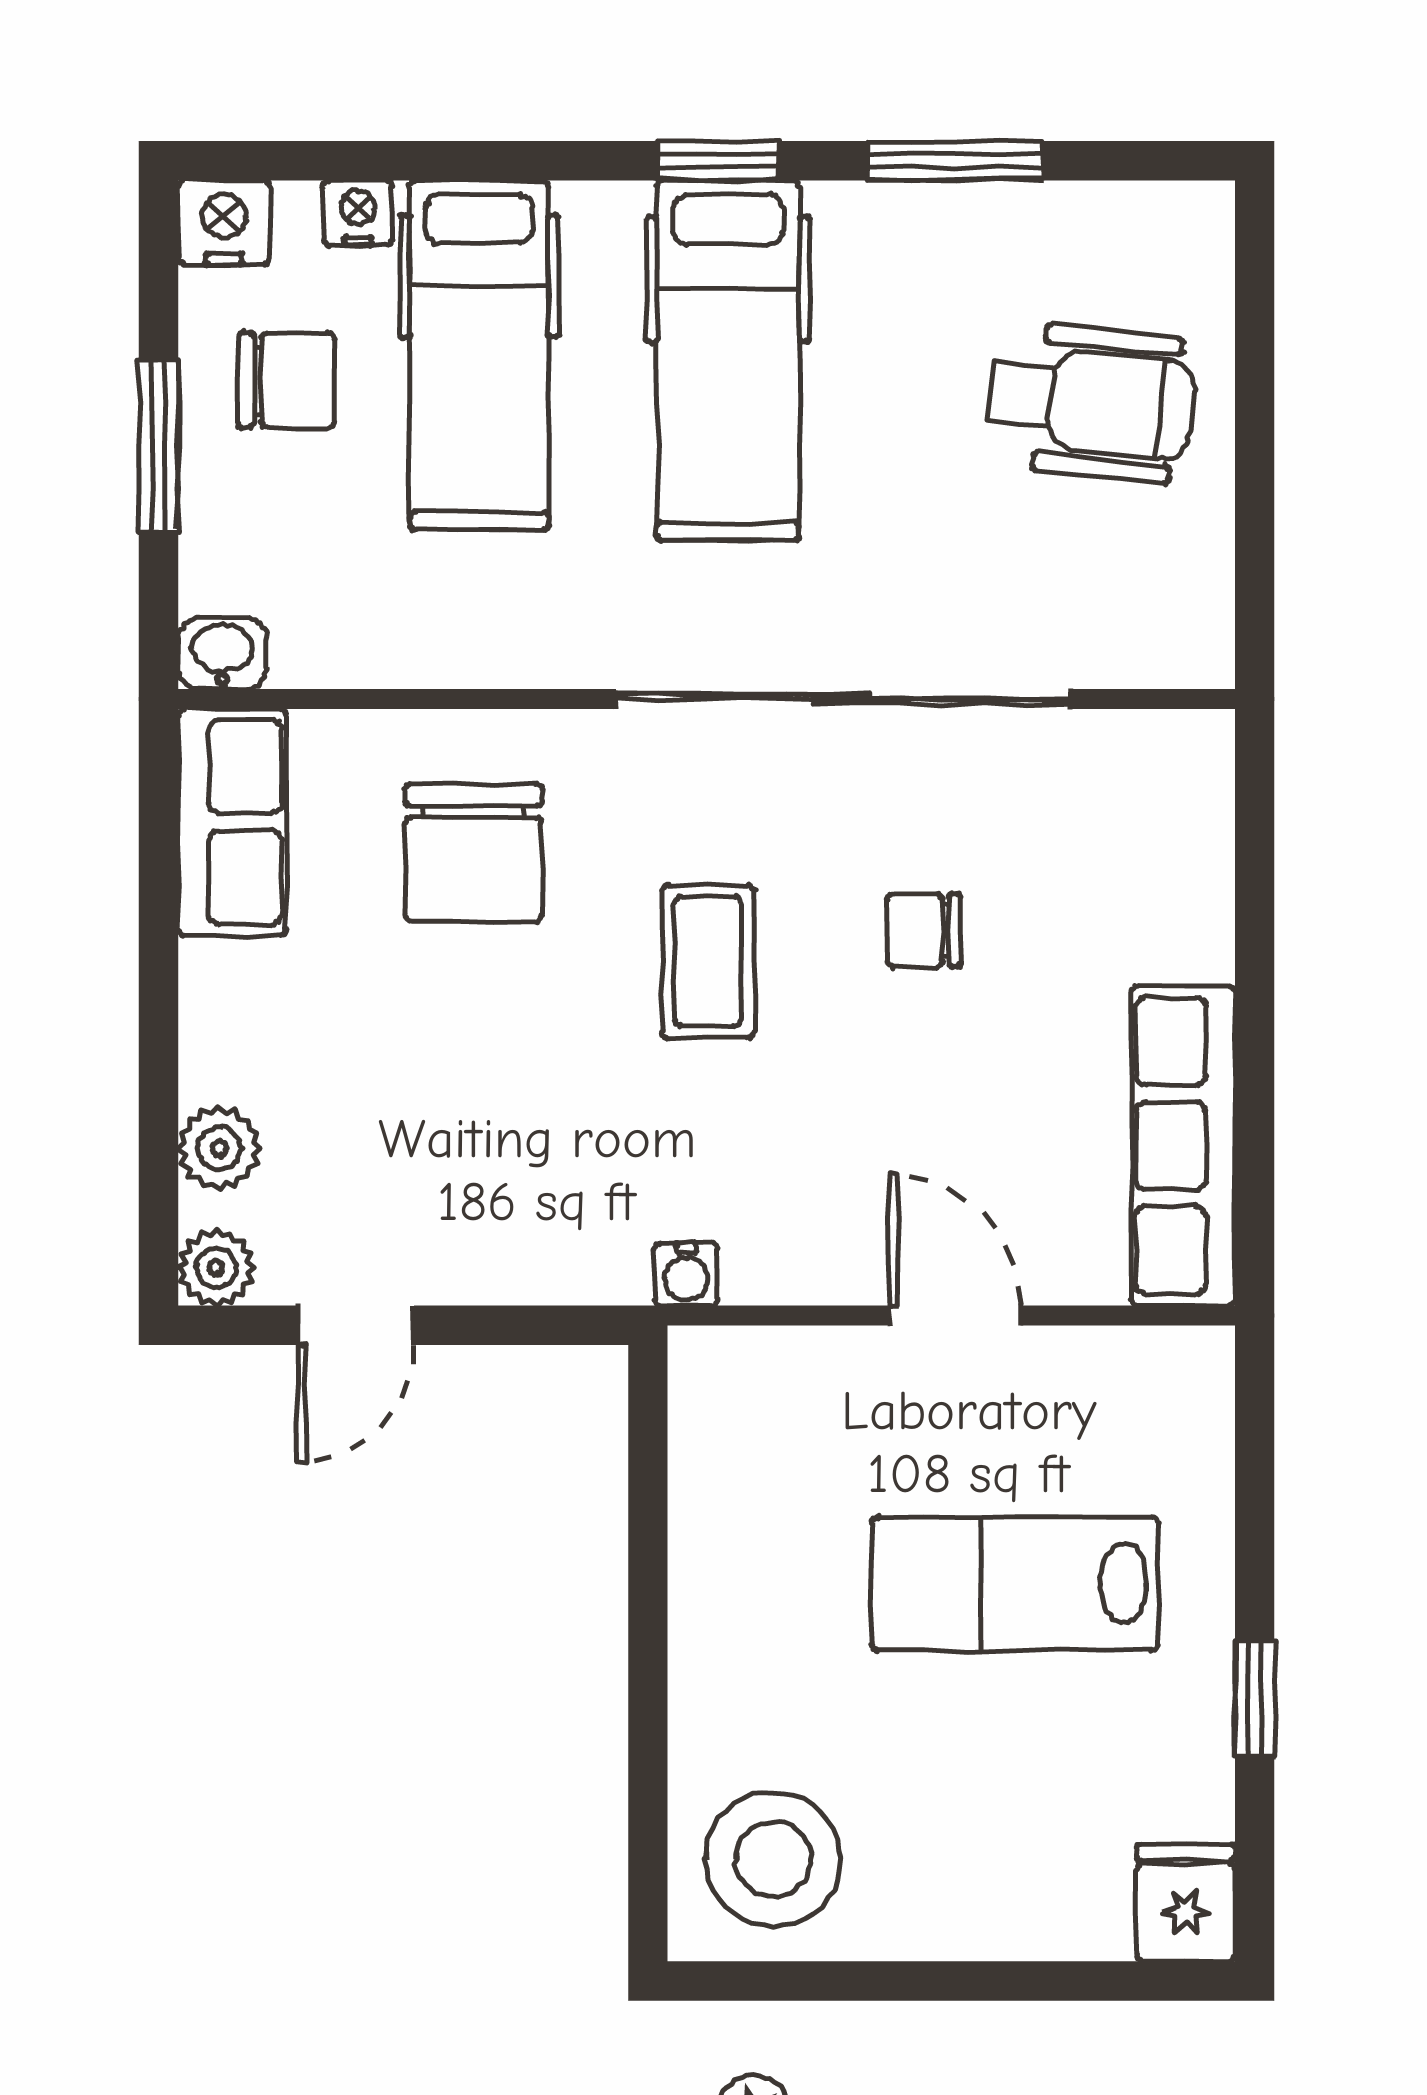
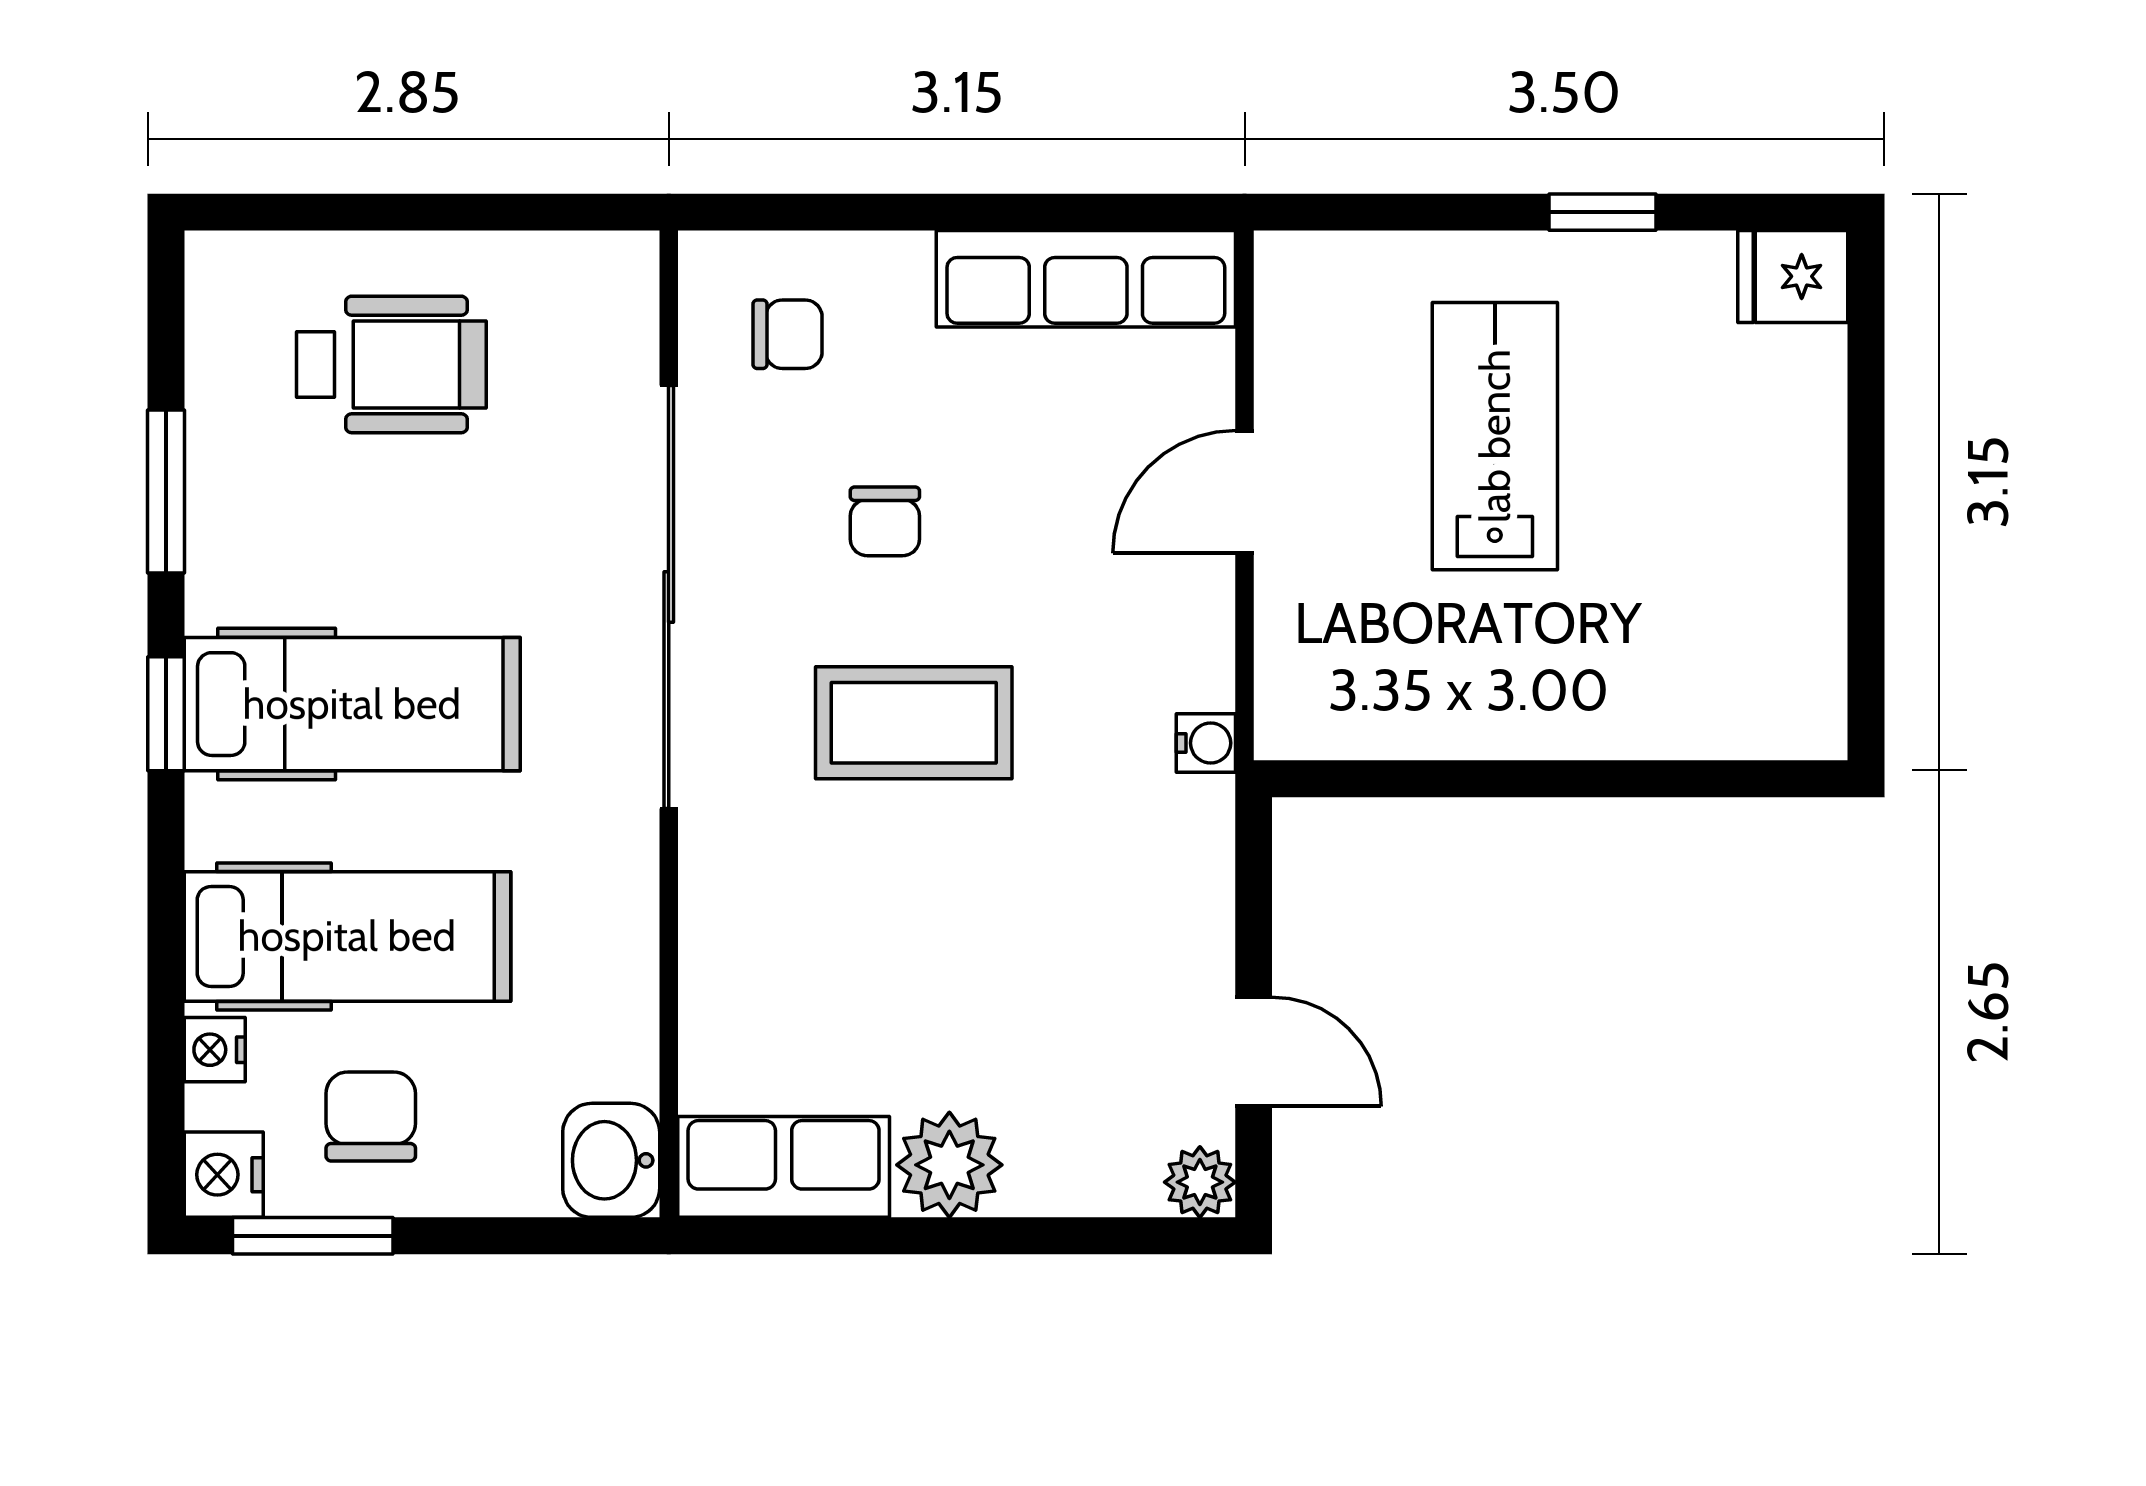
wheelchair: (1091, 402) -> (391, 364), turned 84
window: (159, 446) -> (313, 1236), moved
washbasin: (222, 653) -> (611, 1160), width x1.38, depth x1.45
chair: (473, 853) -> (788, 334), moved, width x0.54, depth x0.54
coffee table: (708, 961) -> (914, 723), width x1.36, depth x1.30
plant: (219, 1148) -> (949, 1165), moved, width x1.38, depth x1.38
lab bench: (1015, 1583) -> (1495, 436), turned 180
stool: (773, 1859) -> (1752, 662), removed

